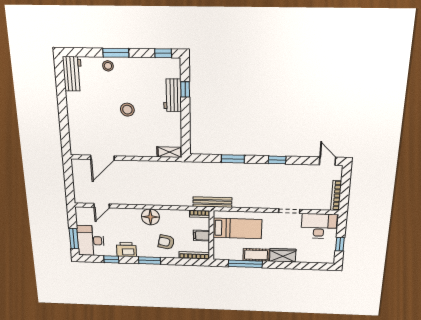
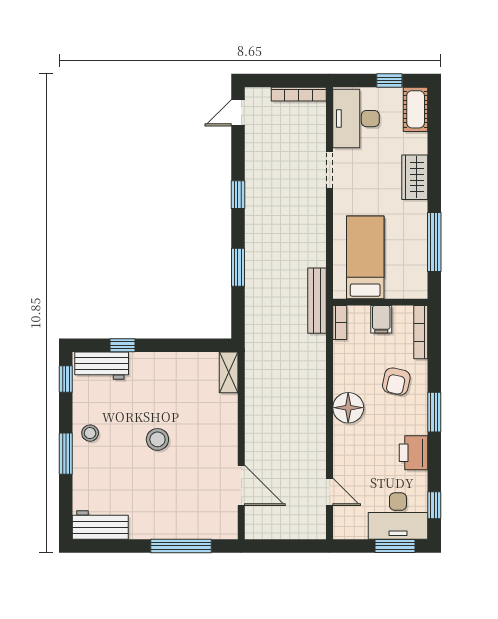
stool: (108, 66) -> (90, 433), moved
workbench: (172, 95) -> (102, 366), moved
window: (64, 122) -> (181, 546), added
cot: (256, 255) -> (416, 109), moved
window: (111, 259) -> (434, 505), moved

